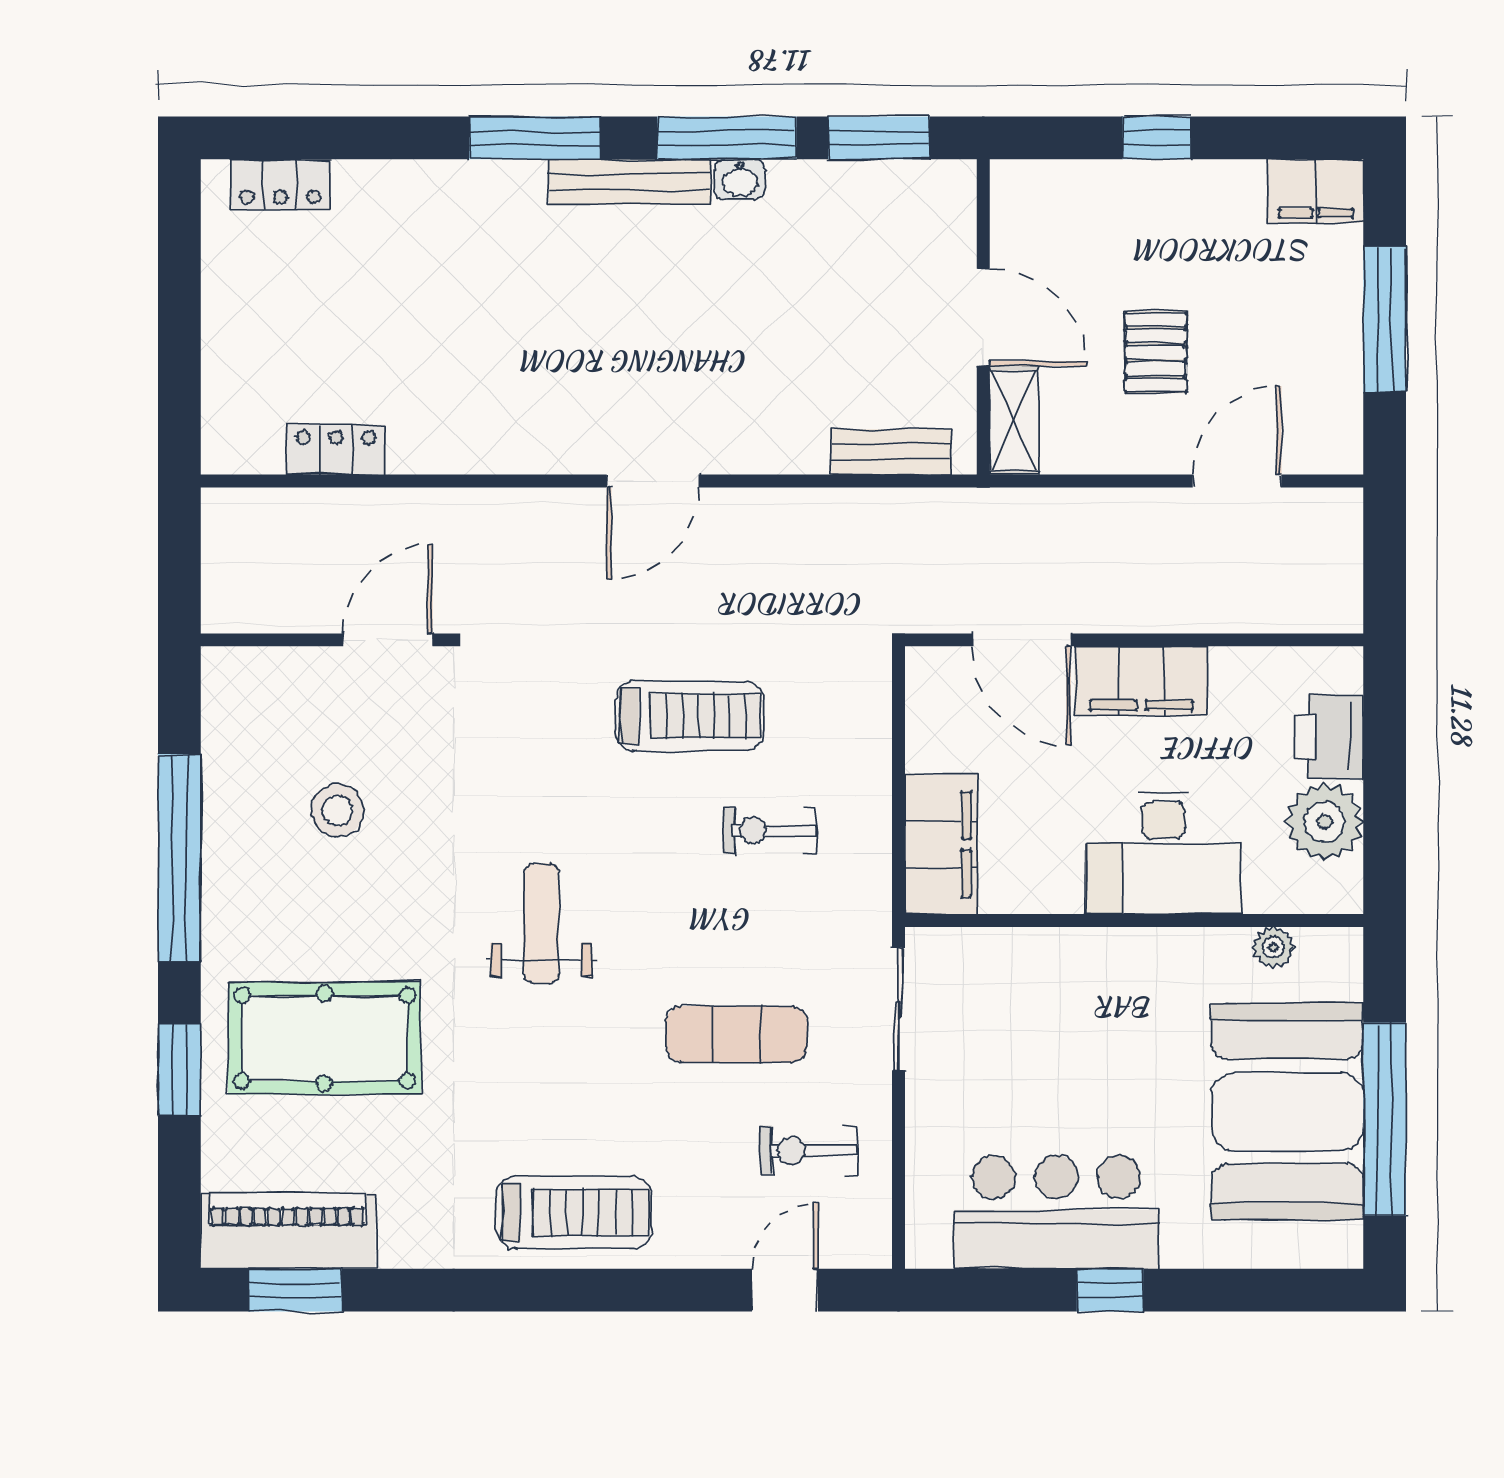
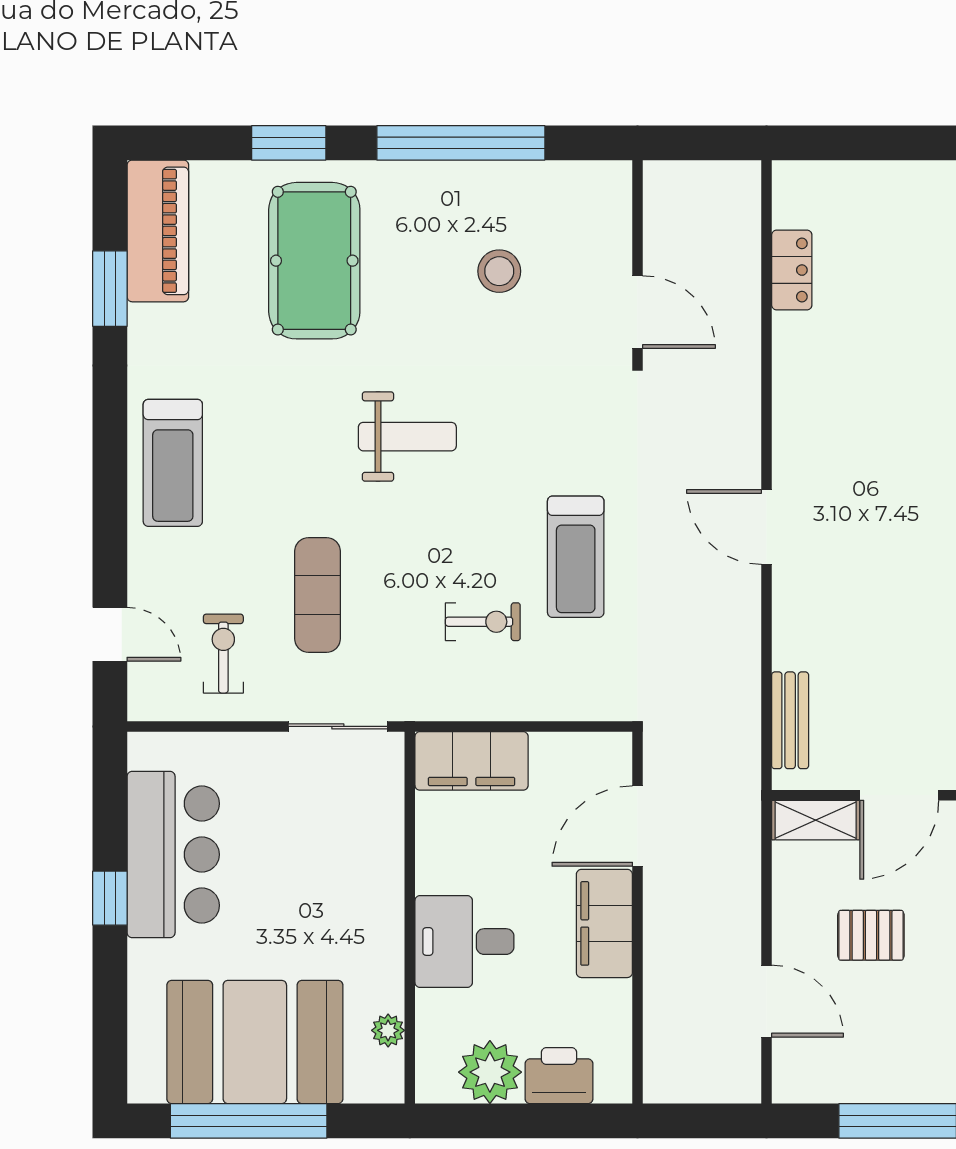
exercise bike: (769, 831) -> (483, 622), turned 90
desk: (1164, 853) -> (464, 942), width x0.73
window: (295, 1290) -> (110, 289), moved

